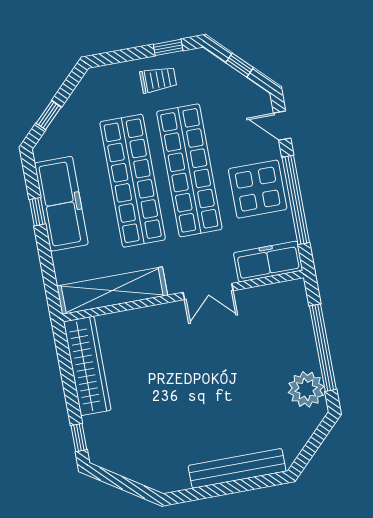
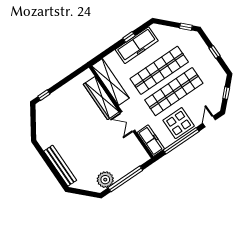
window: (168, 47) -> (215, 52), moved
trolley: (158, 80) -> (205, 62), removed
window: (49, 115) -> (186, 27), moved
wardrobe: (87, 366) -> (101, 98), moved, turned 90

